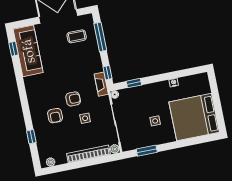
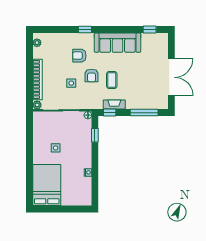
coffee table: (77, 36) -> (112, 80), moved
sofa: (28, 51) -> (118, 43), moved
fireplace: (101, 84) -> (114, 105), moved
bed: (194, 117) -> (47, 185), width x0.73
window: (31, 137) -> (85, 29), moved
window: (147, 151) -> (29, 135), removed

